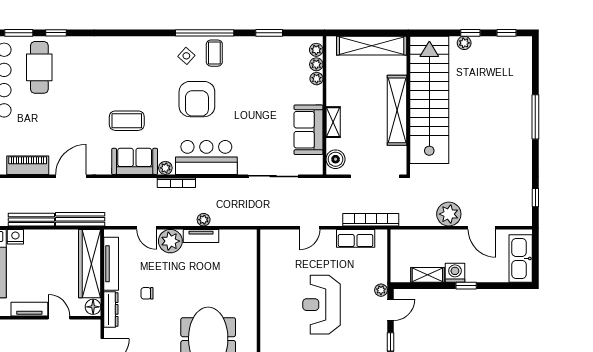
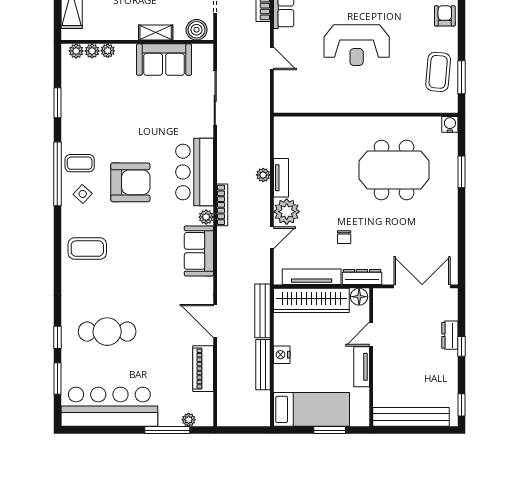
cafe table: (39, 67) -> (107, 332), moved
coffee table: (127, 121) -> (87, 249), moved, turned 90
nightstand: (15, 237) -> (282, 355), moved

